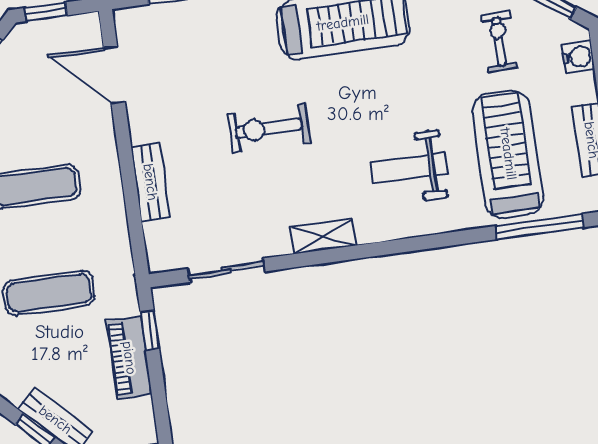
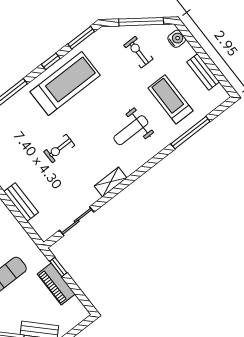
exercise bike: (269, 128) -> (59, 148), width x0.73, depth x0.72
treadmill: (508, 154) -> (171, 99), width x0.73, depth x0.73
window: (540, 227) -> (190, 133), moved

